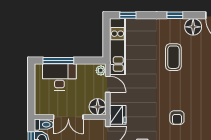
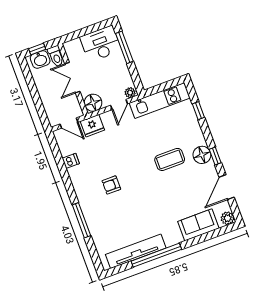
window: (128, 15) -> (198, 111), moved
window: (175, 15) -> (215, 156), moved
floor lamp: (193, 27) -> (202, 155), moved
desk: (59, 77) -> (101, 44), moved, turned -90

